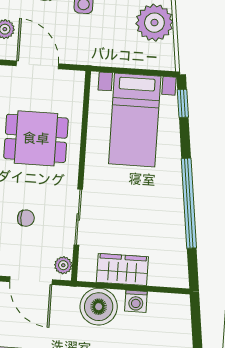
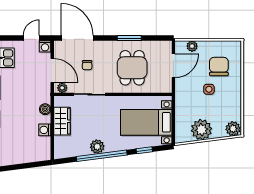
window: (183, 103) -> (144, 150), moved
plant: (172, 210) -> (97, 147), added
door: (31, 281) -> (52, 70), swing flipped
boiler: (99, 307) -> (45, 109), width x0.54, depth x0.54

